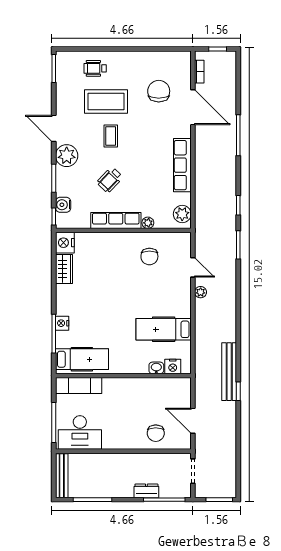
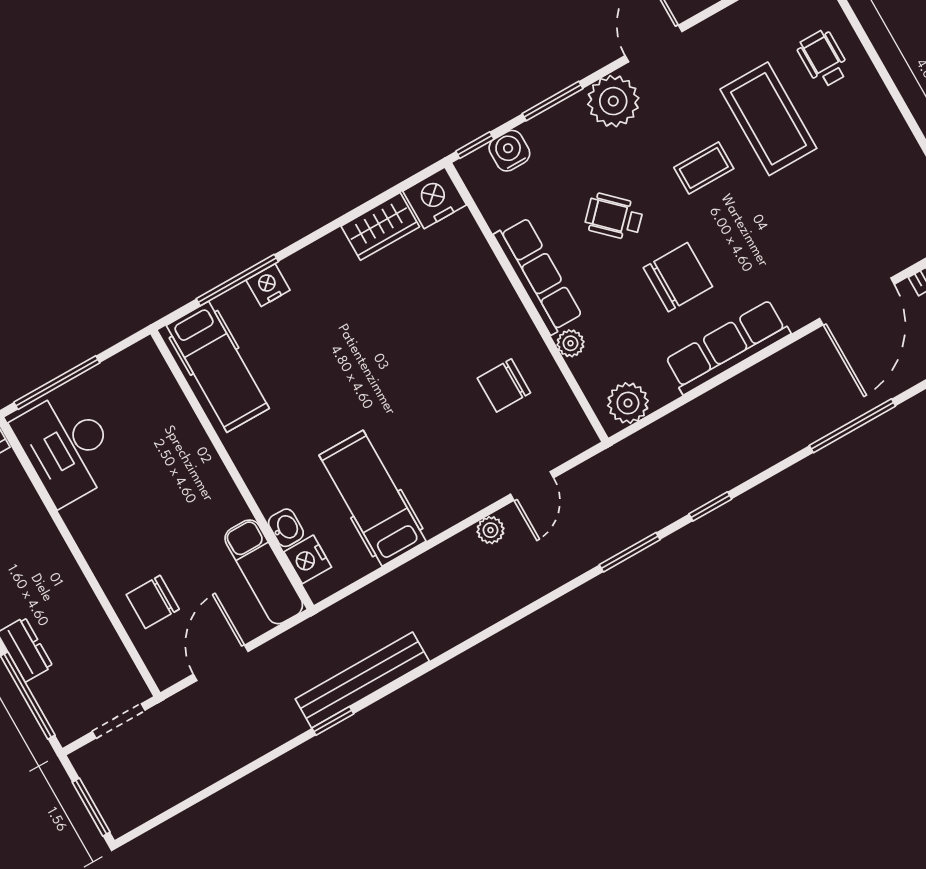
chair: (159, 91) -> (678, 277), moved
exam couch: (79, 385) -> (264, 572), moved

